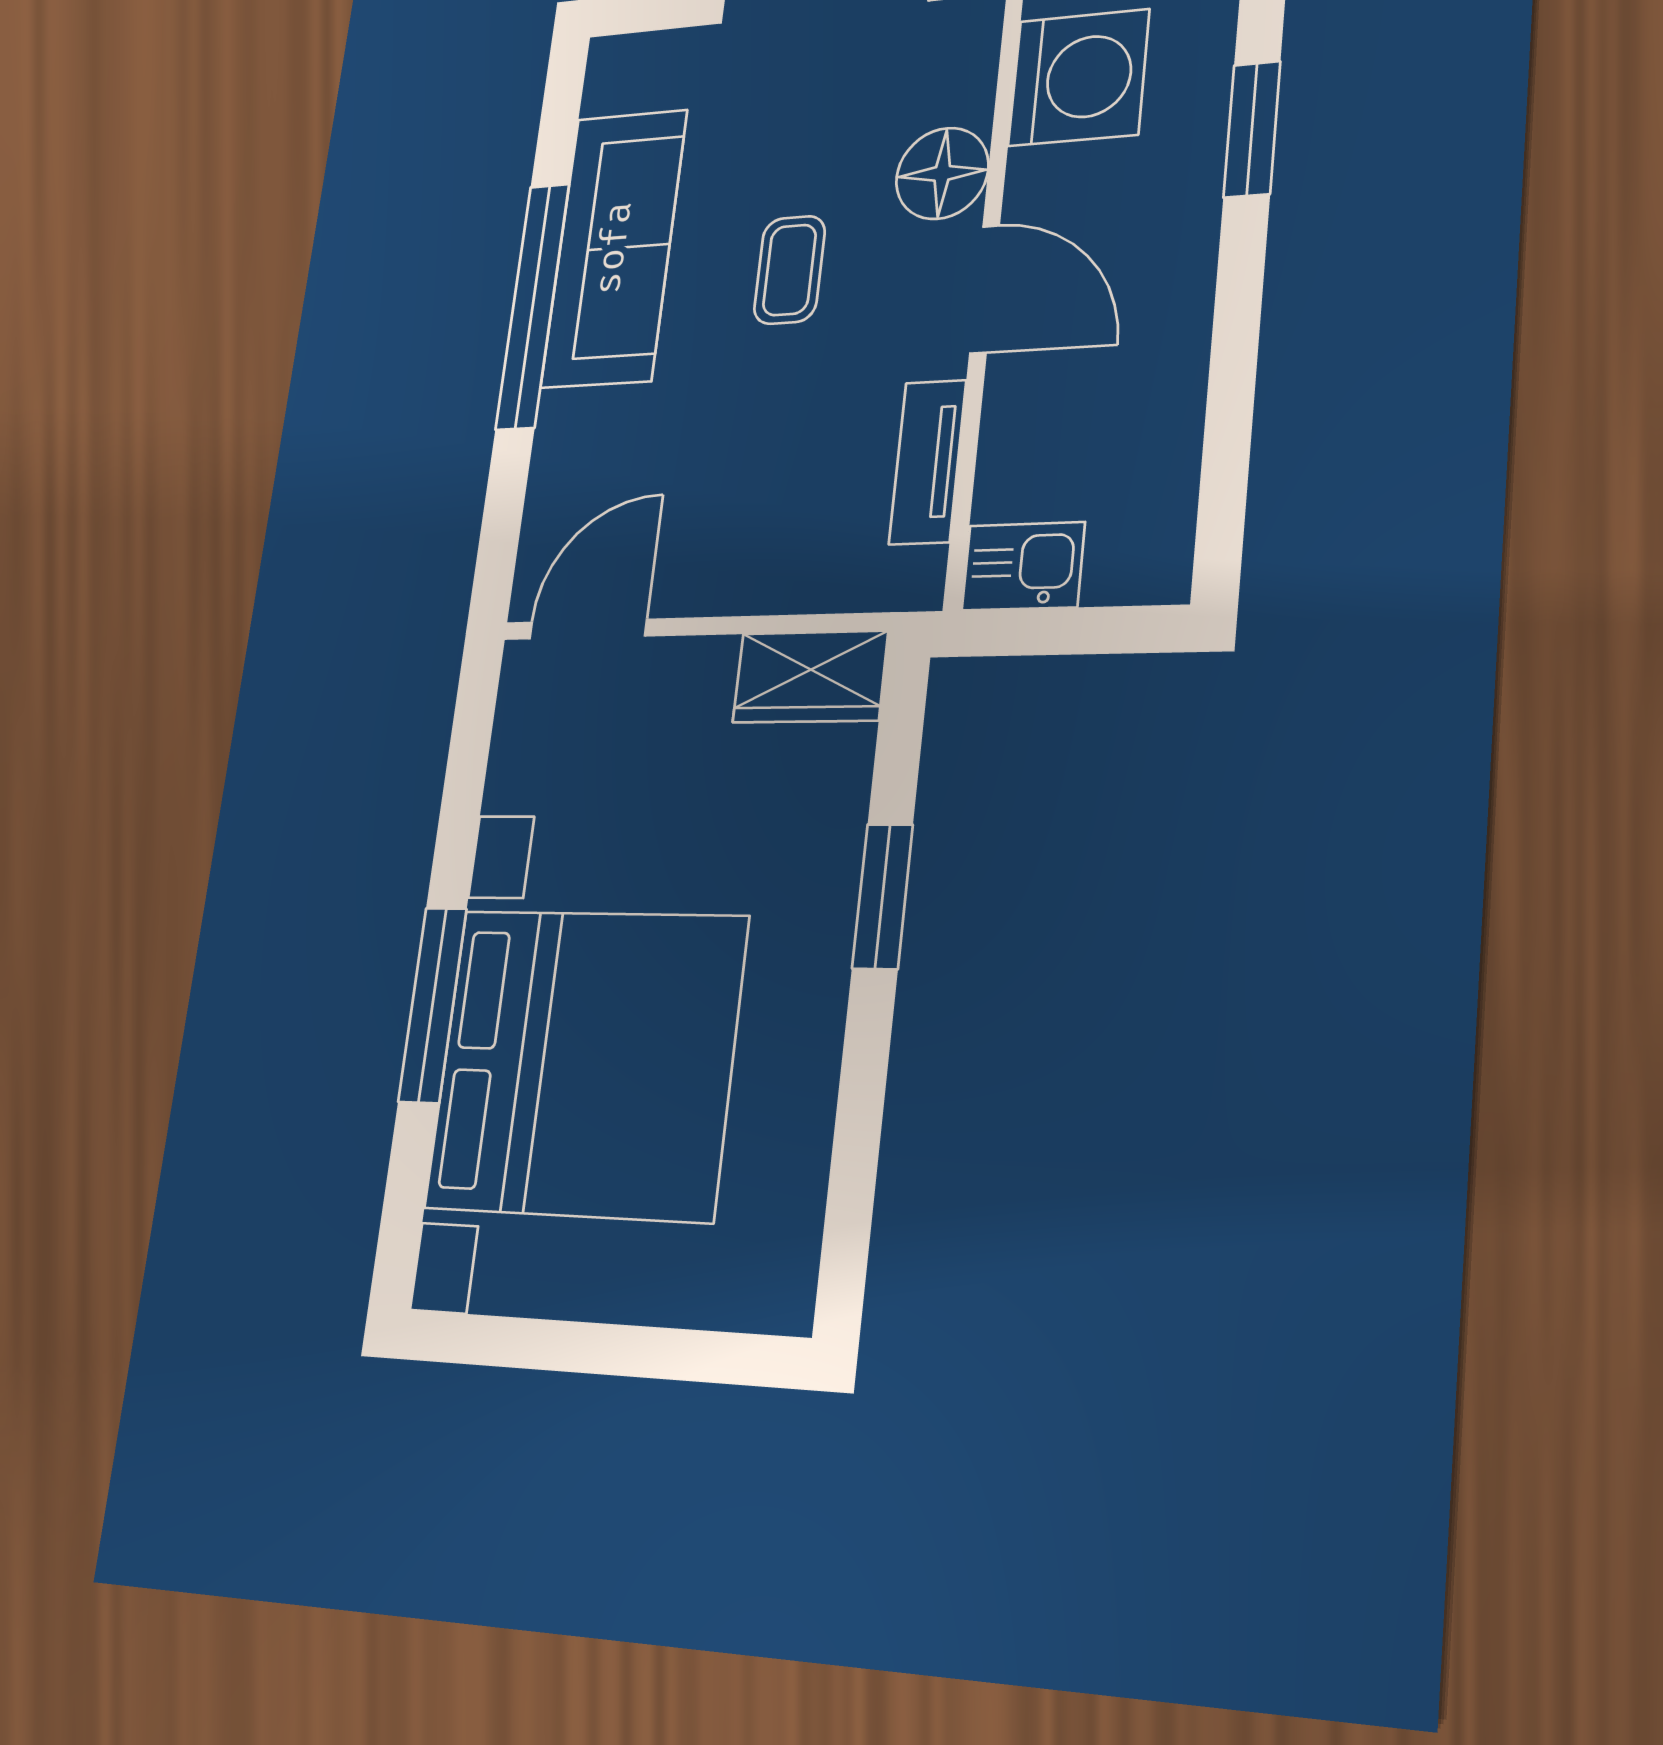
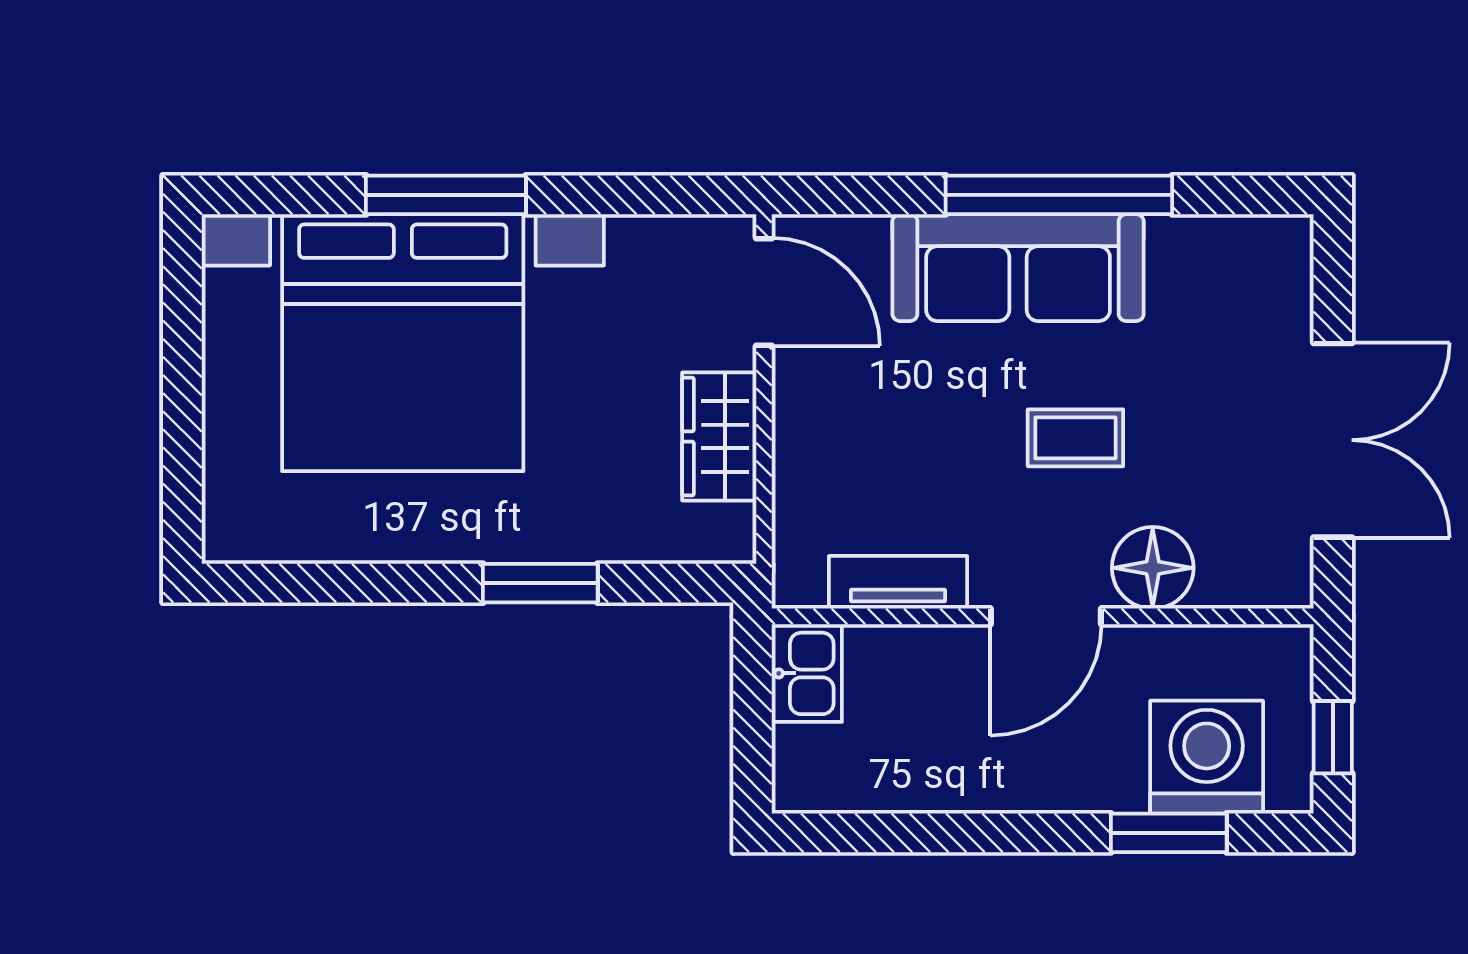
washing machine: (1079, 78) -> (1207, 757), moved, turned 180
sofa: (614, 248) -> (1018, 268), moved
wardrobe: (810, 677) -> (719, 437), moved

